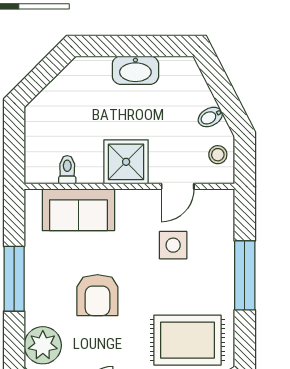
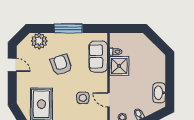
washbasin: (135, 70) -> (159, 93), moved
shower: (126, 162) -> (119, 66), moved
armchair: (97, 295) -> (61, 65), turned 71

